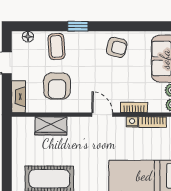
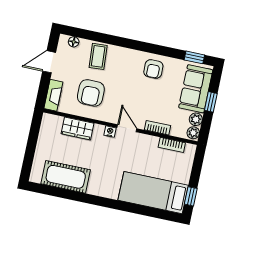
window: (78, 26) -> (194, 57), moved
armchair: (117, 47) -> (153, 69), turned 76
nightstand: (132, 122) -> (110, 132), moved

